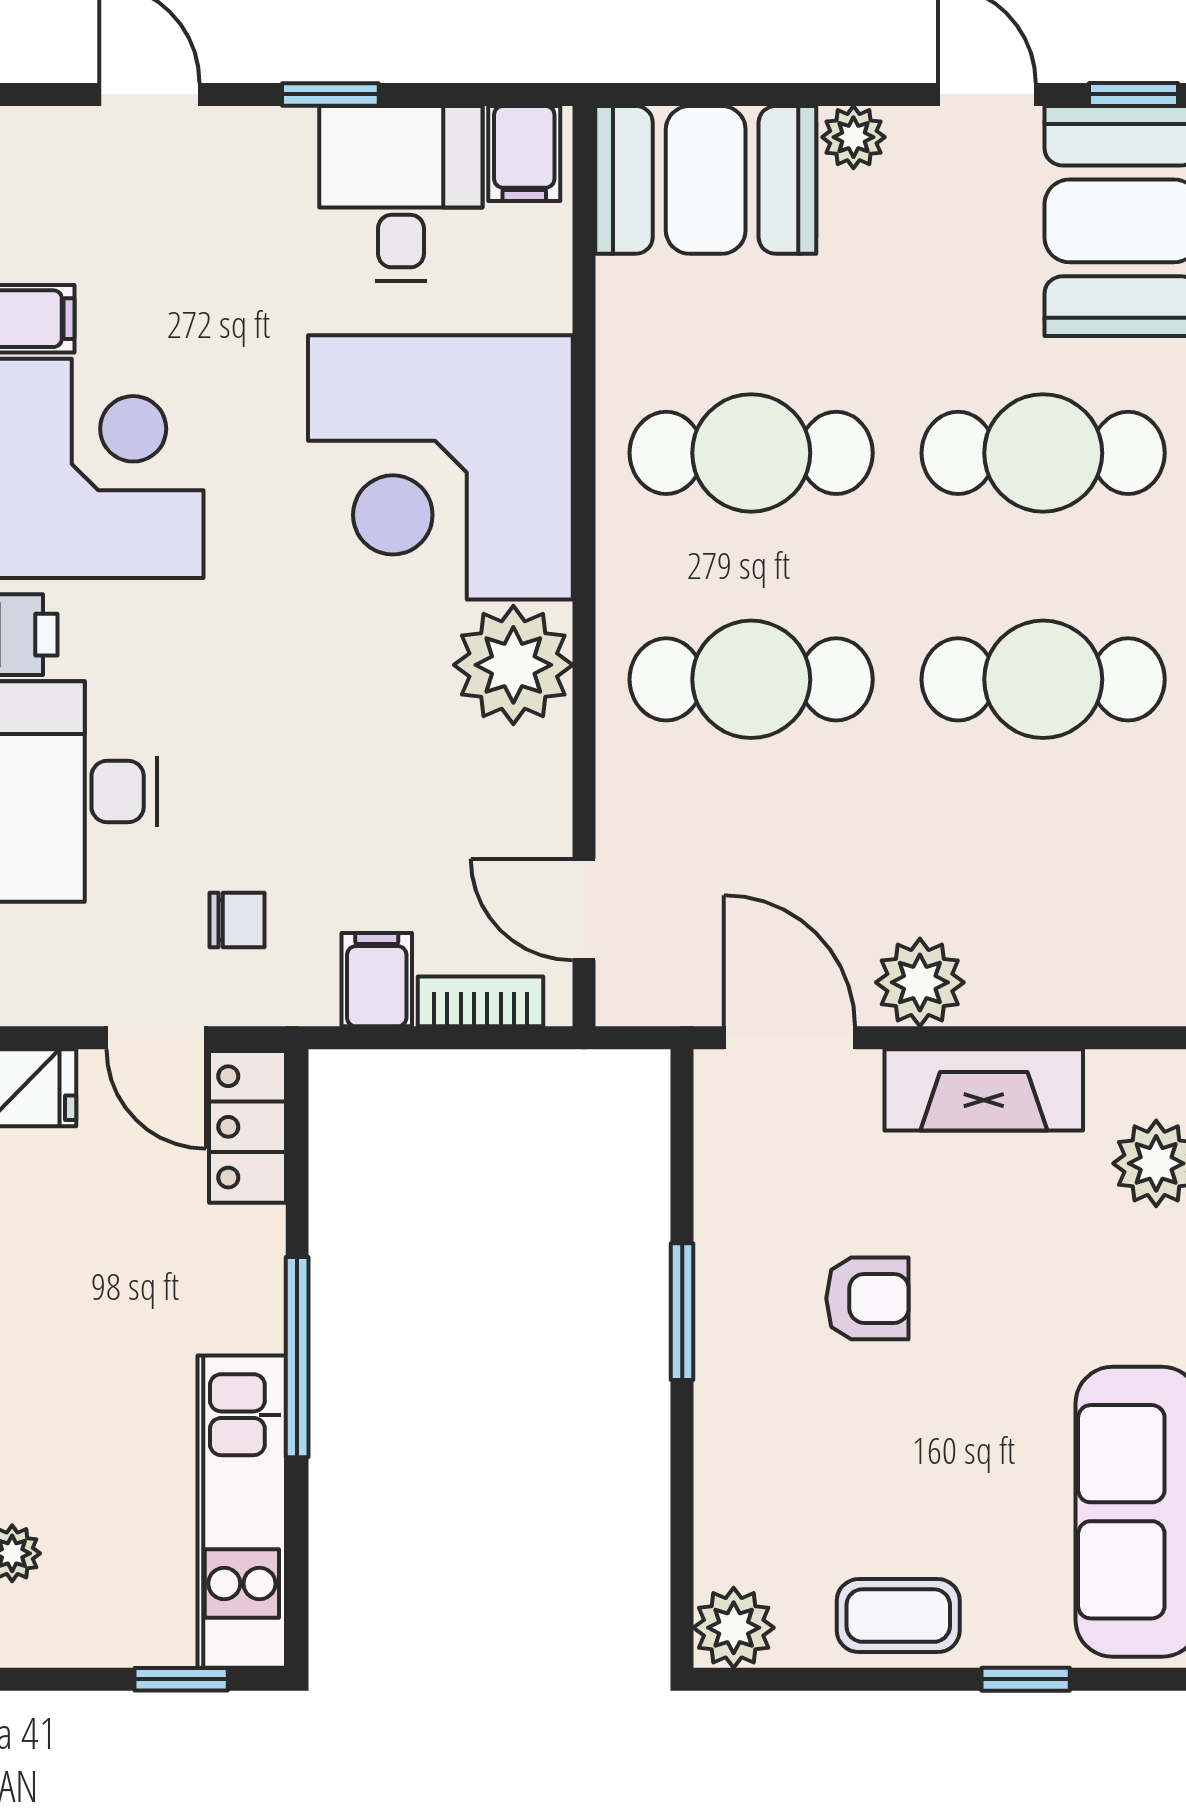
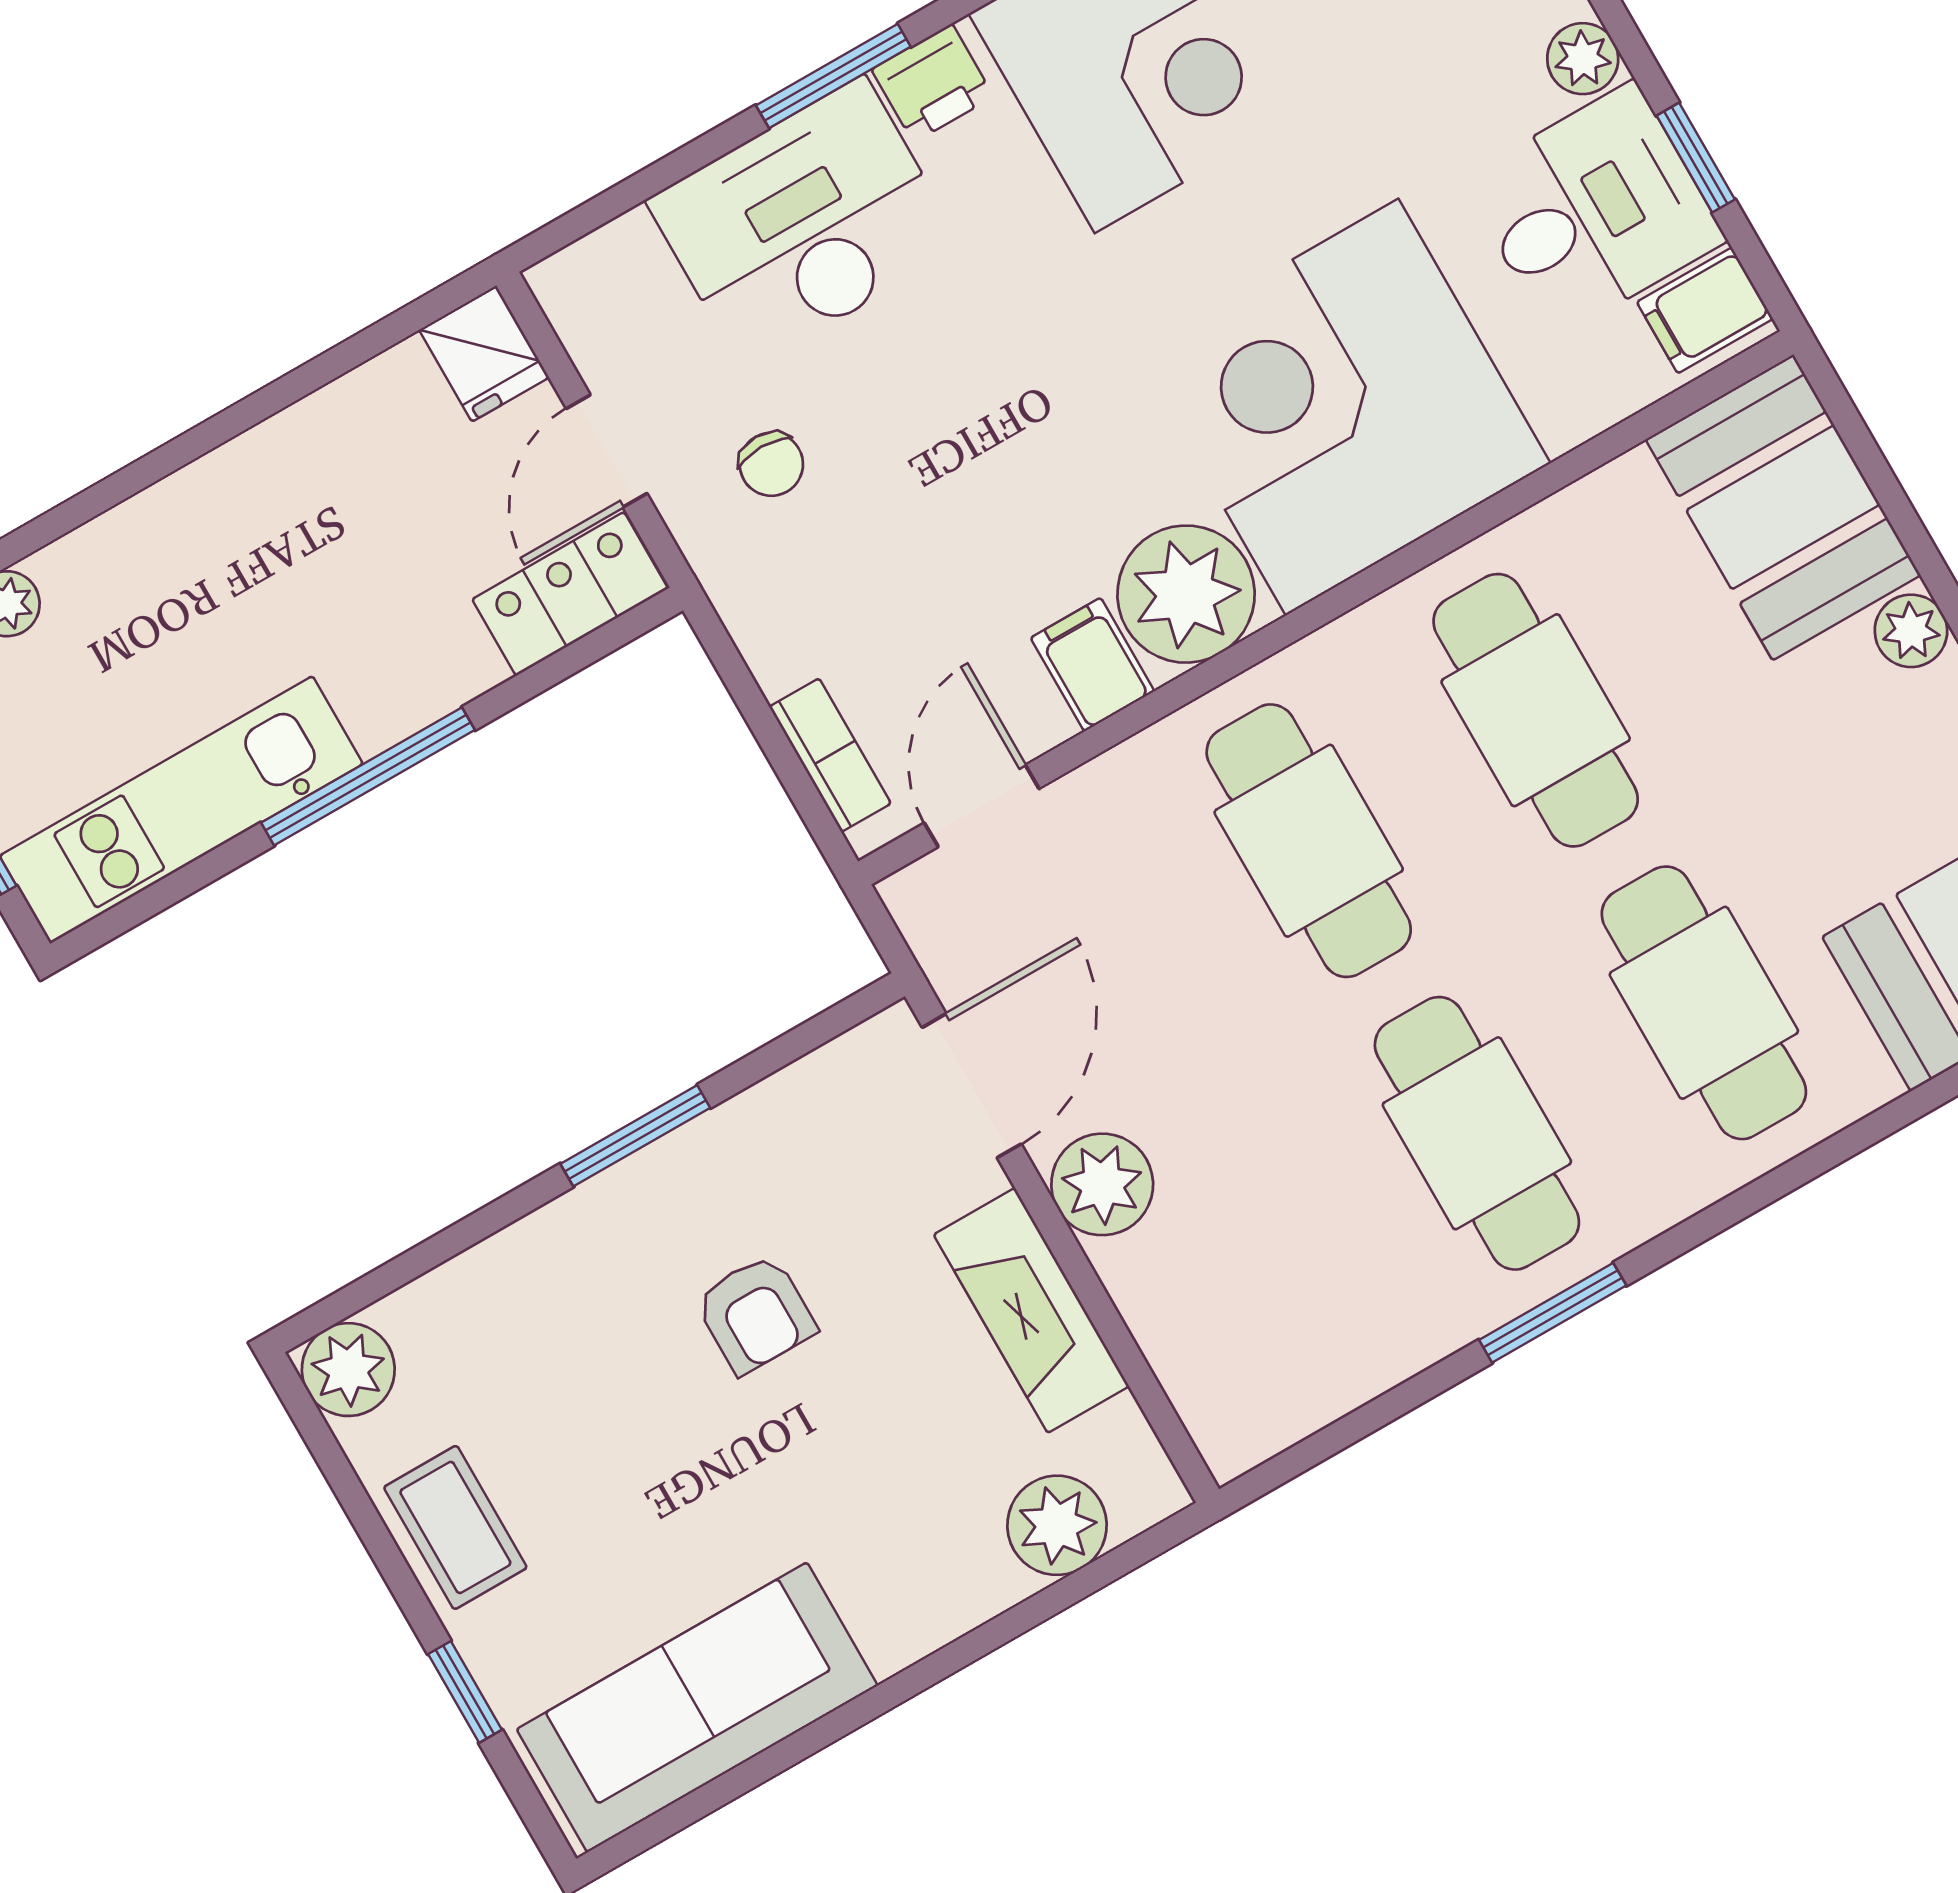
window: (330, 94) -> (1696, 157), moved
plant: (283, 136) -> (1583, 59), added
filing cabinet: (377, 980) -> (1092, 665), moved, turned -90

